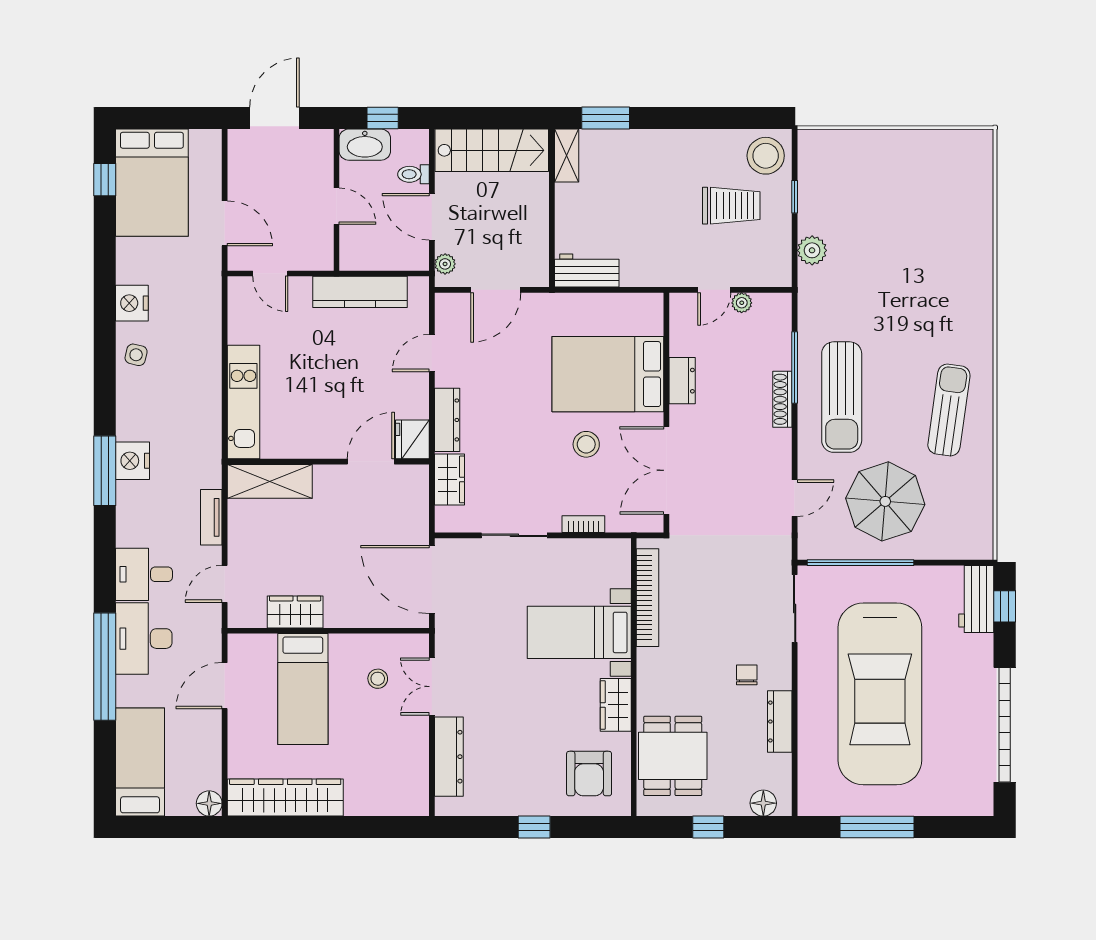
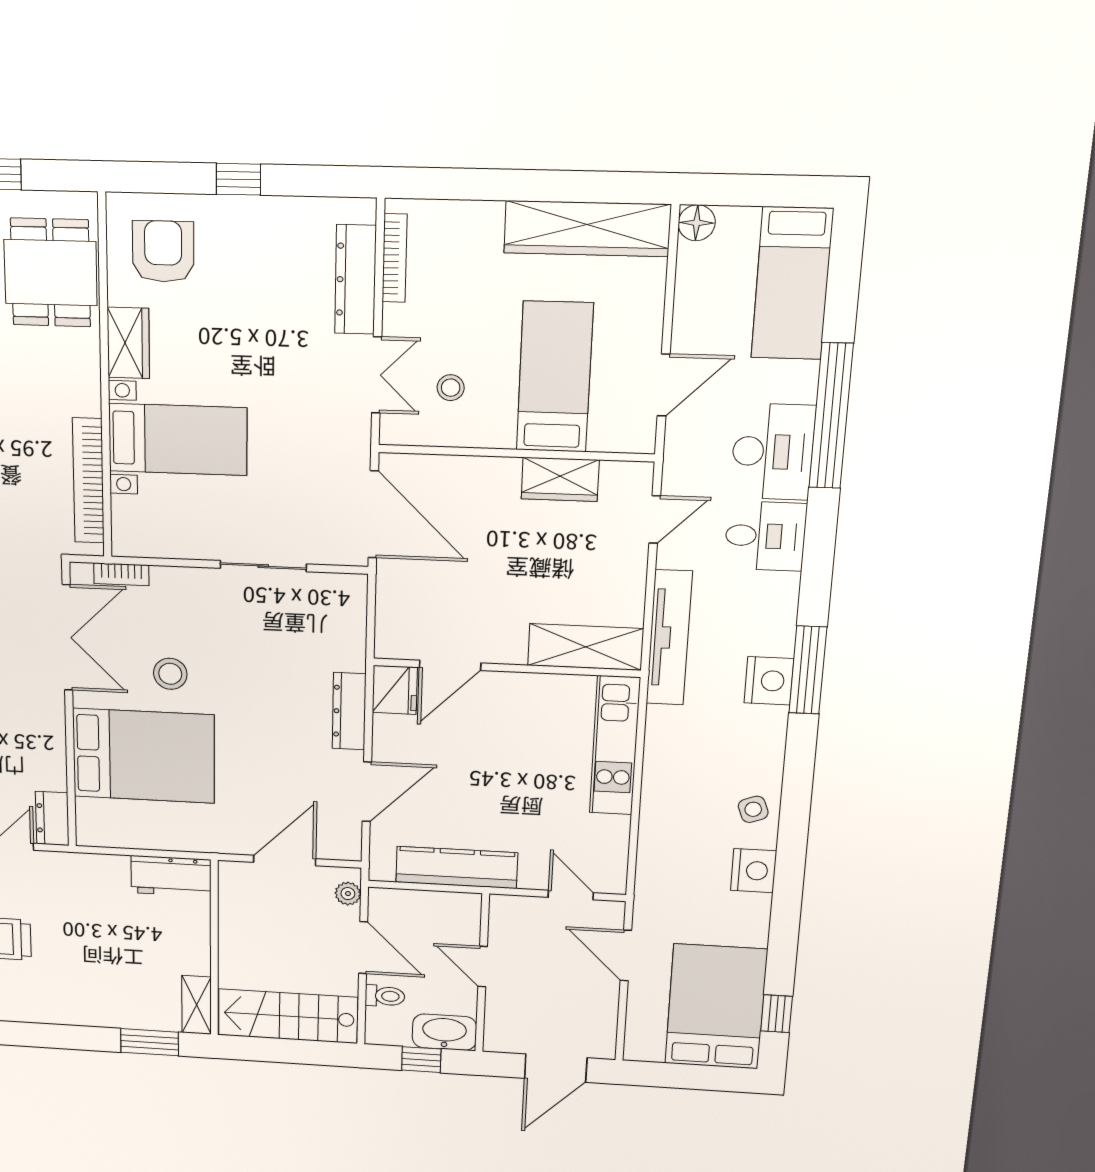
door: (432, 353) -> (367, 792), width x1.38
side table: (136, 355) -> (753, 809), turned -34
dresser: (682, 381) -> (52, 818), moved
wardrobe: (449, 479) -> (347, 639), removed
tv unit: (211, 517) -> (669, 638), width x1.92, depth x1.29
bookcase: (583, 524) -> (121, 574), moved
bookcase: (421, 773) -> (395, 258), added

